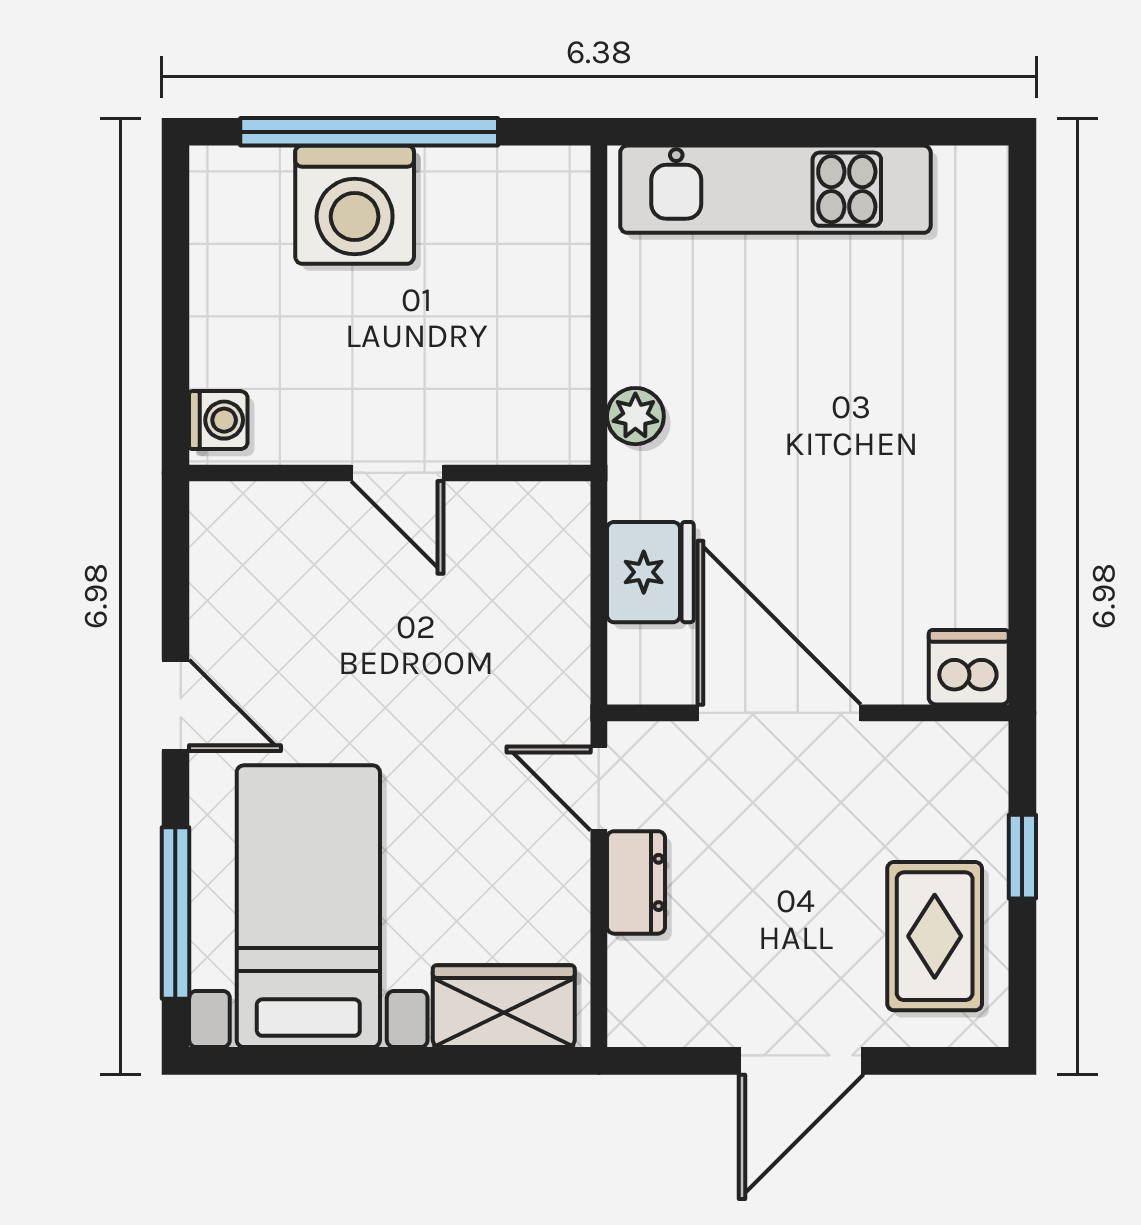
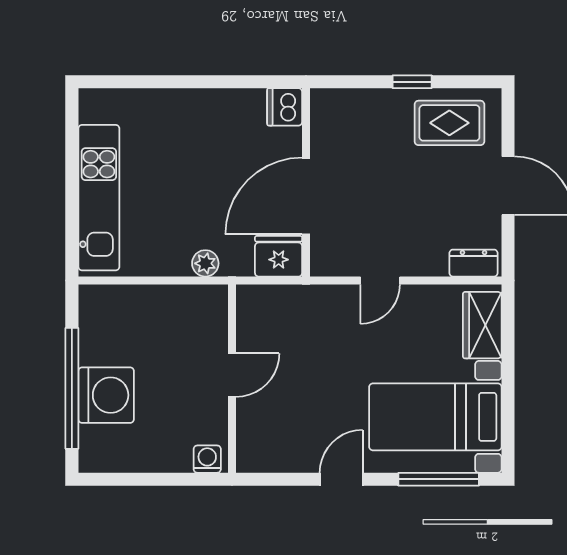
dishwasher: (969, 667) -> (285, 107), moved
door: (779, 713) -> (306, 196), moved
wall: (808, 713) -> (306, 182), moved
dresser: (636, 882) -> (474, 263), moved

